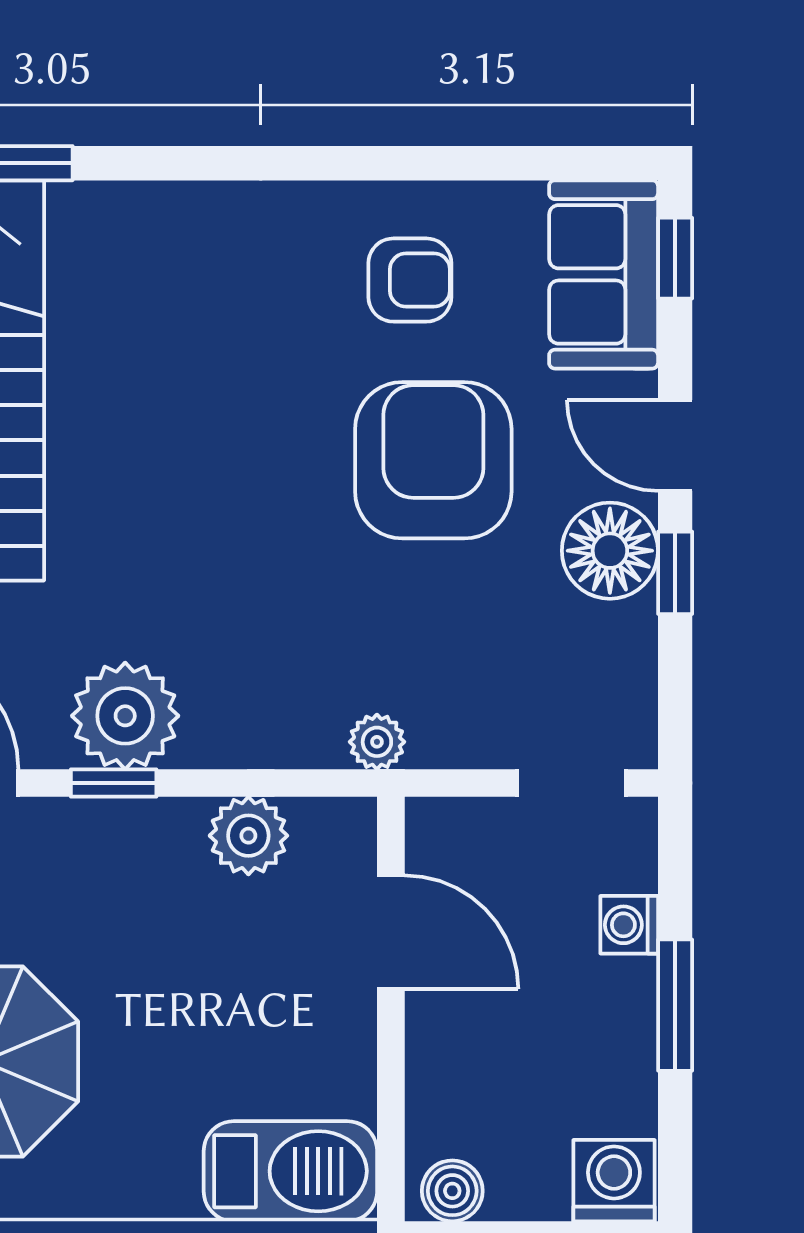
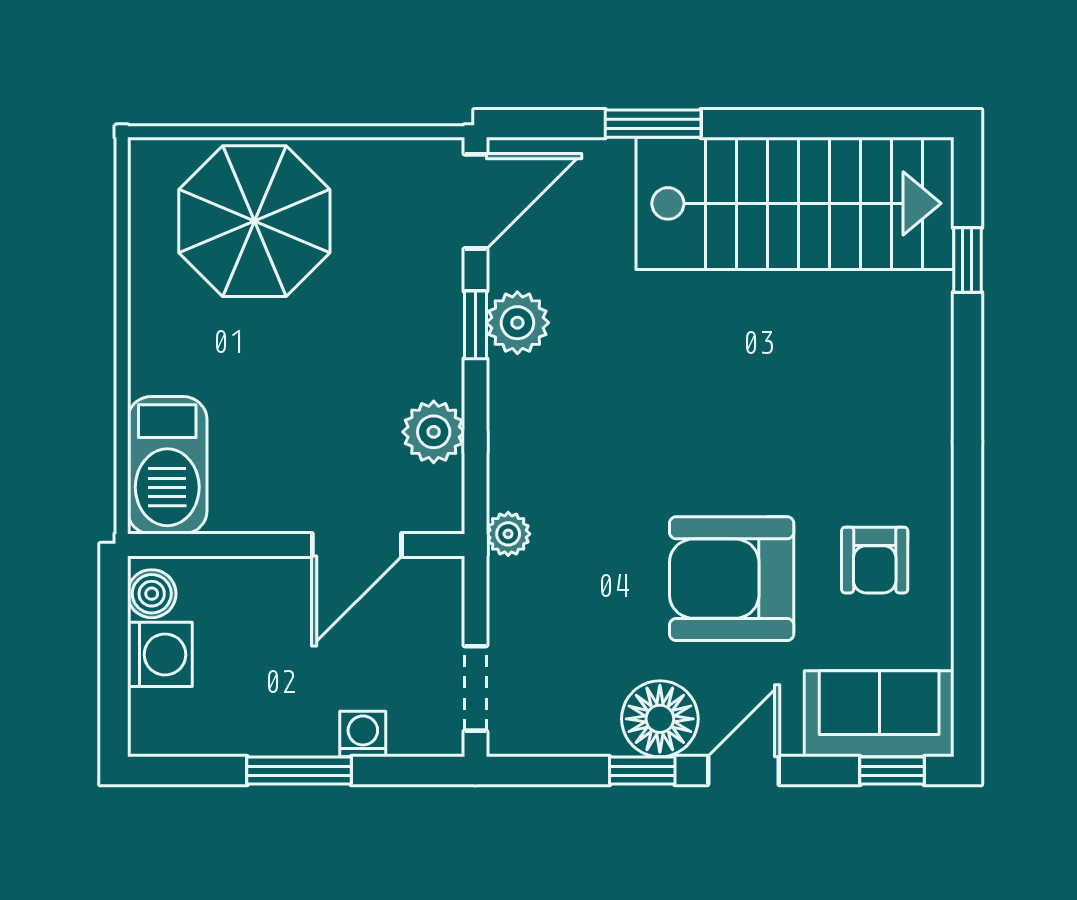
armchair: (433, 460) -> (732, 579), turned 180
plant: (125, 716) -> (517, 323), width x0.73, depth x0.73
washing machine: (614, 1181) -> (160, 654), moved

